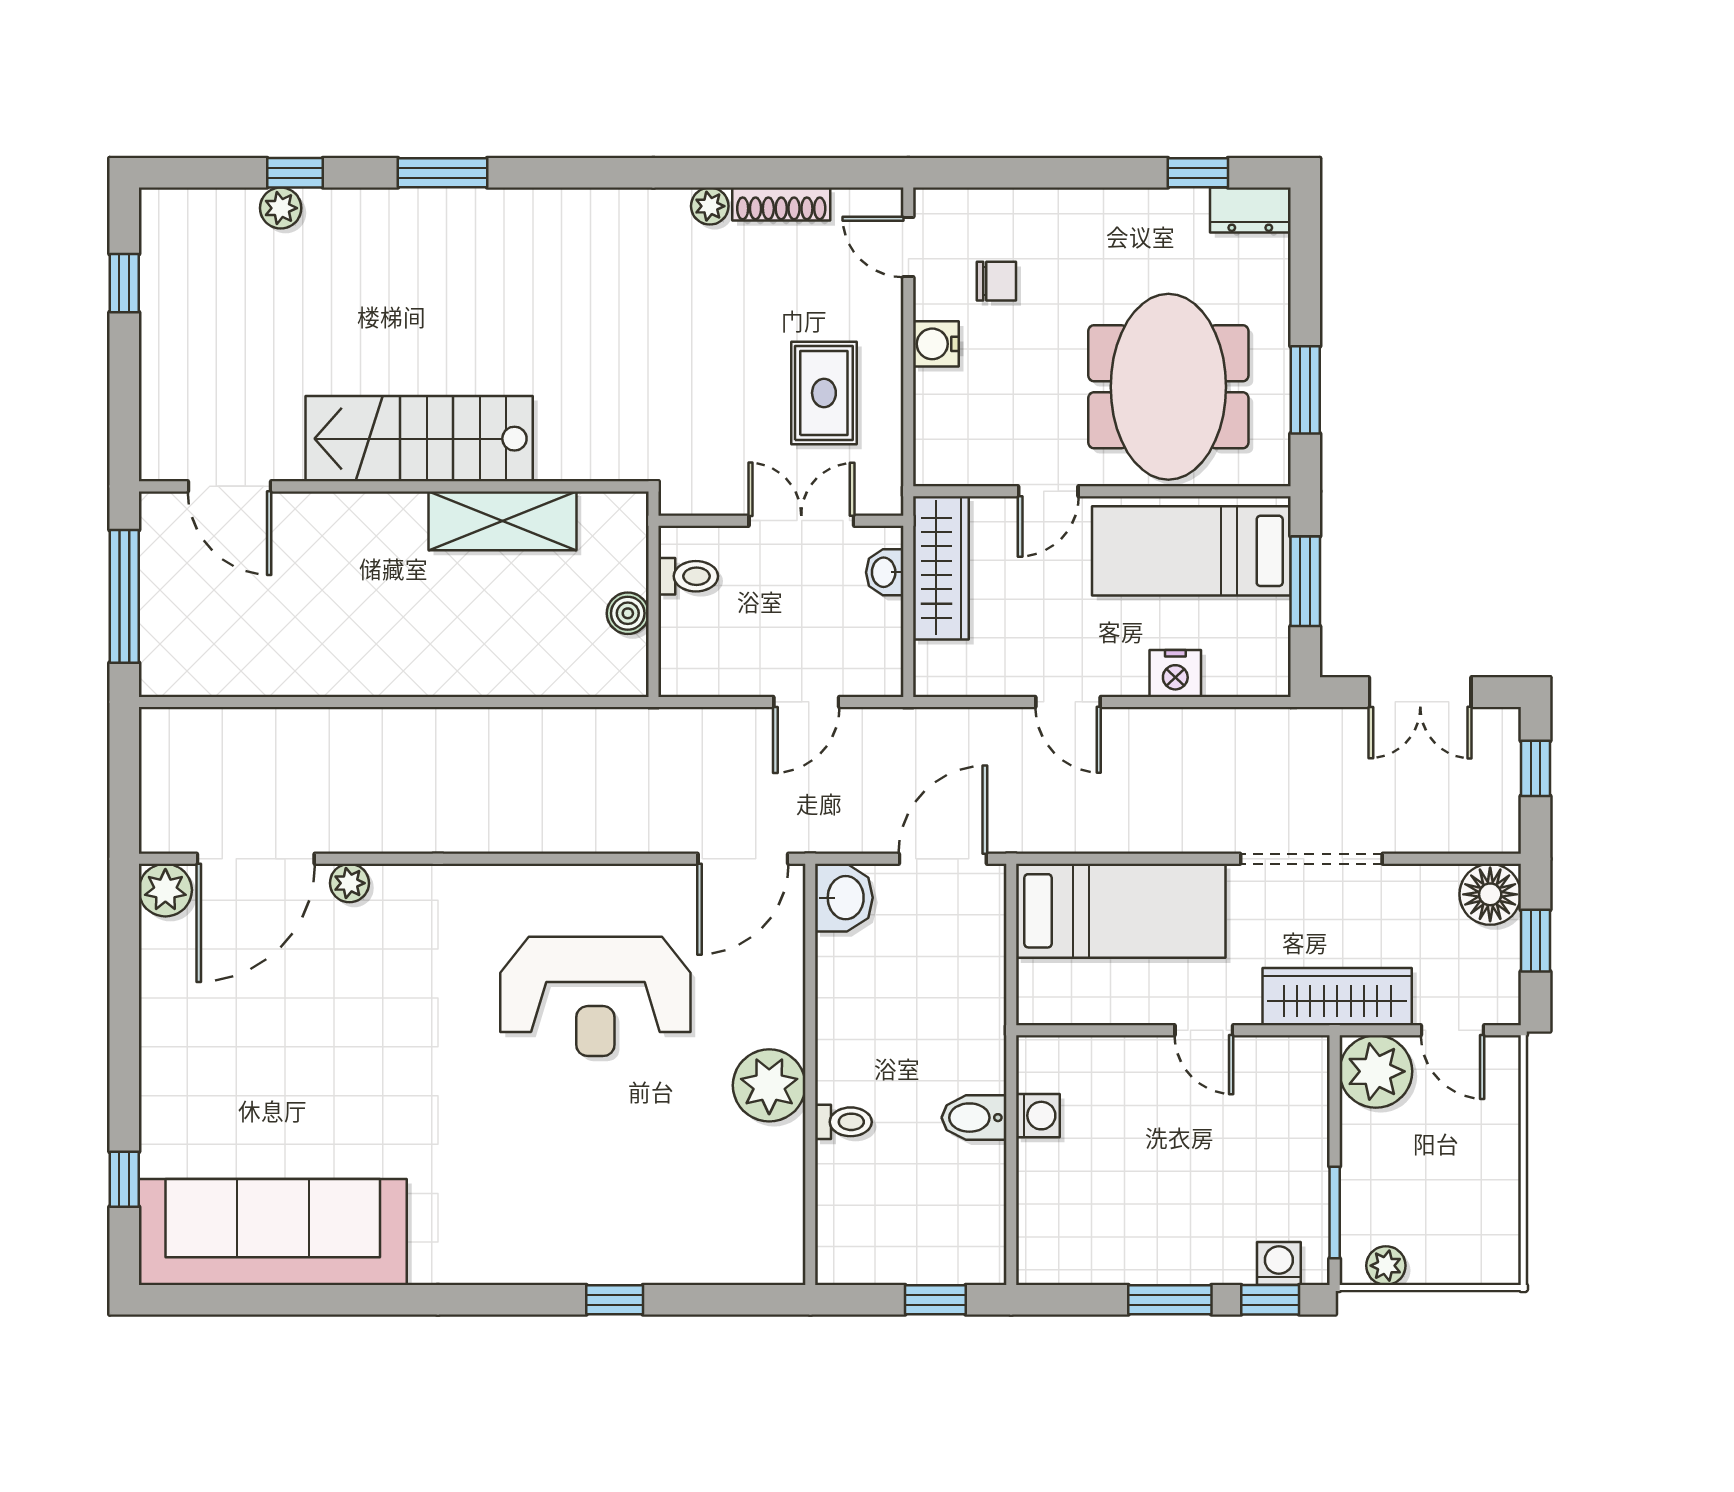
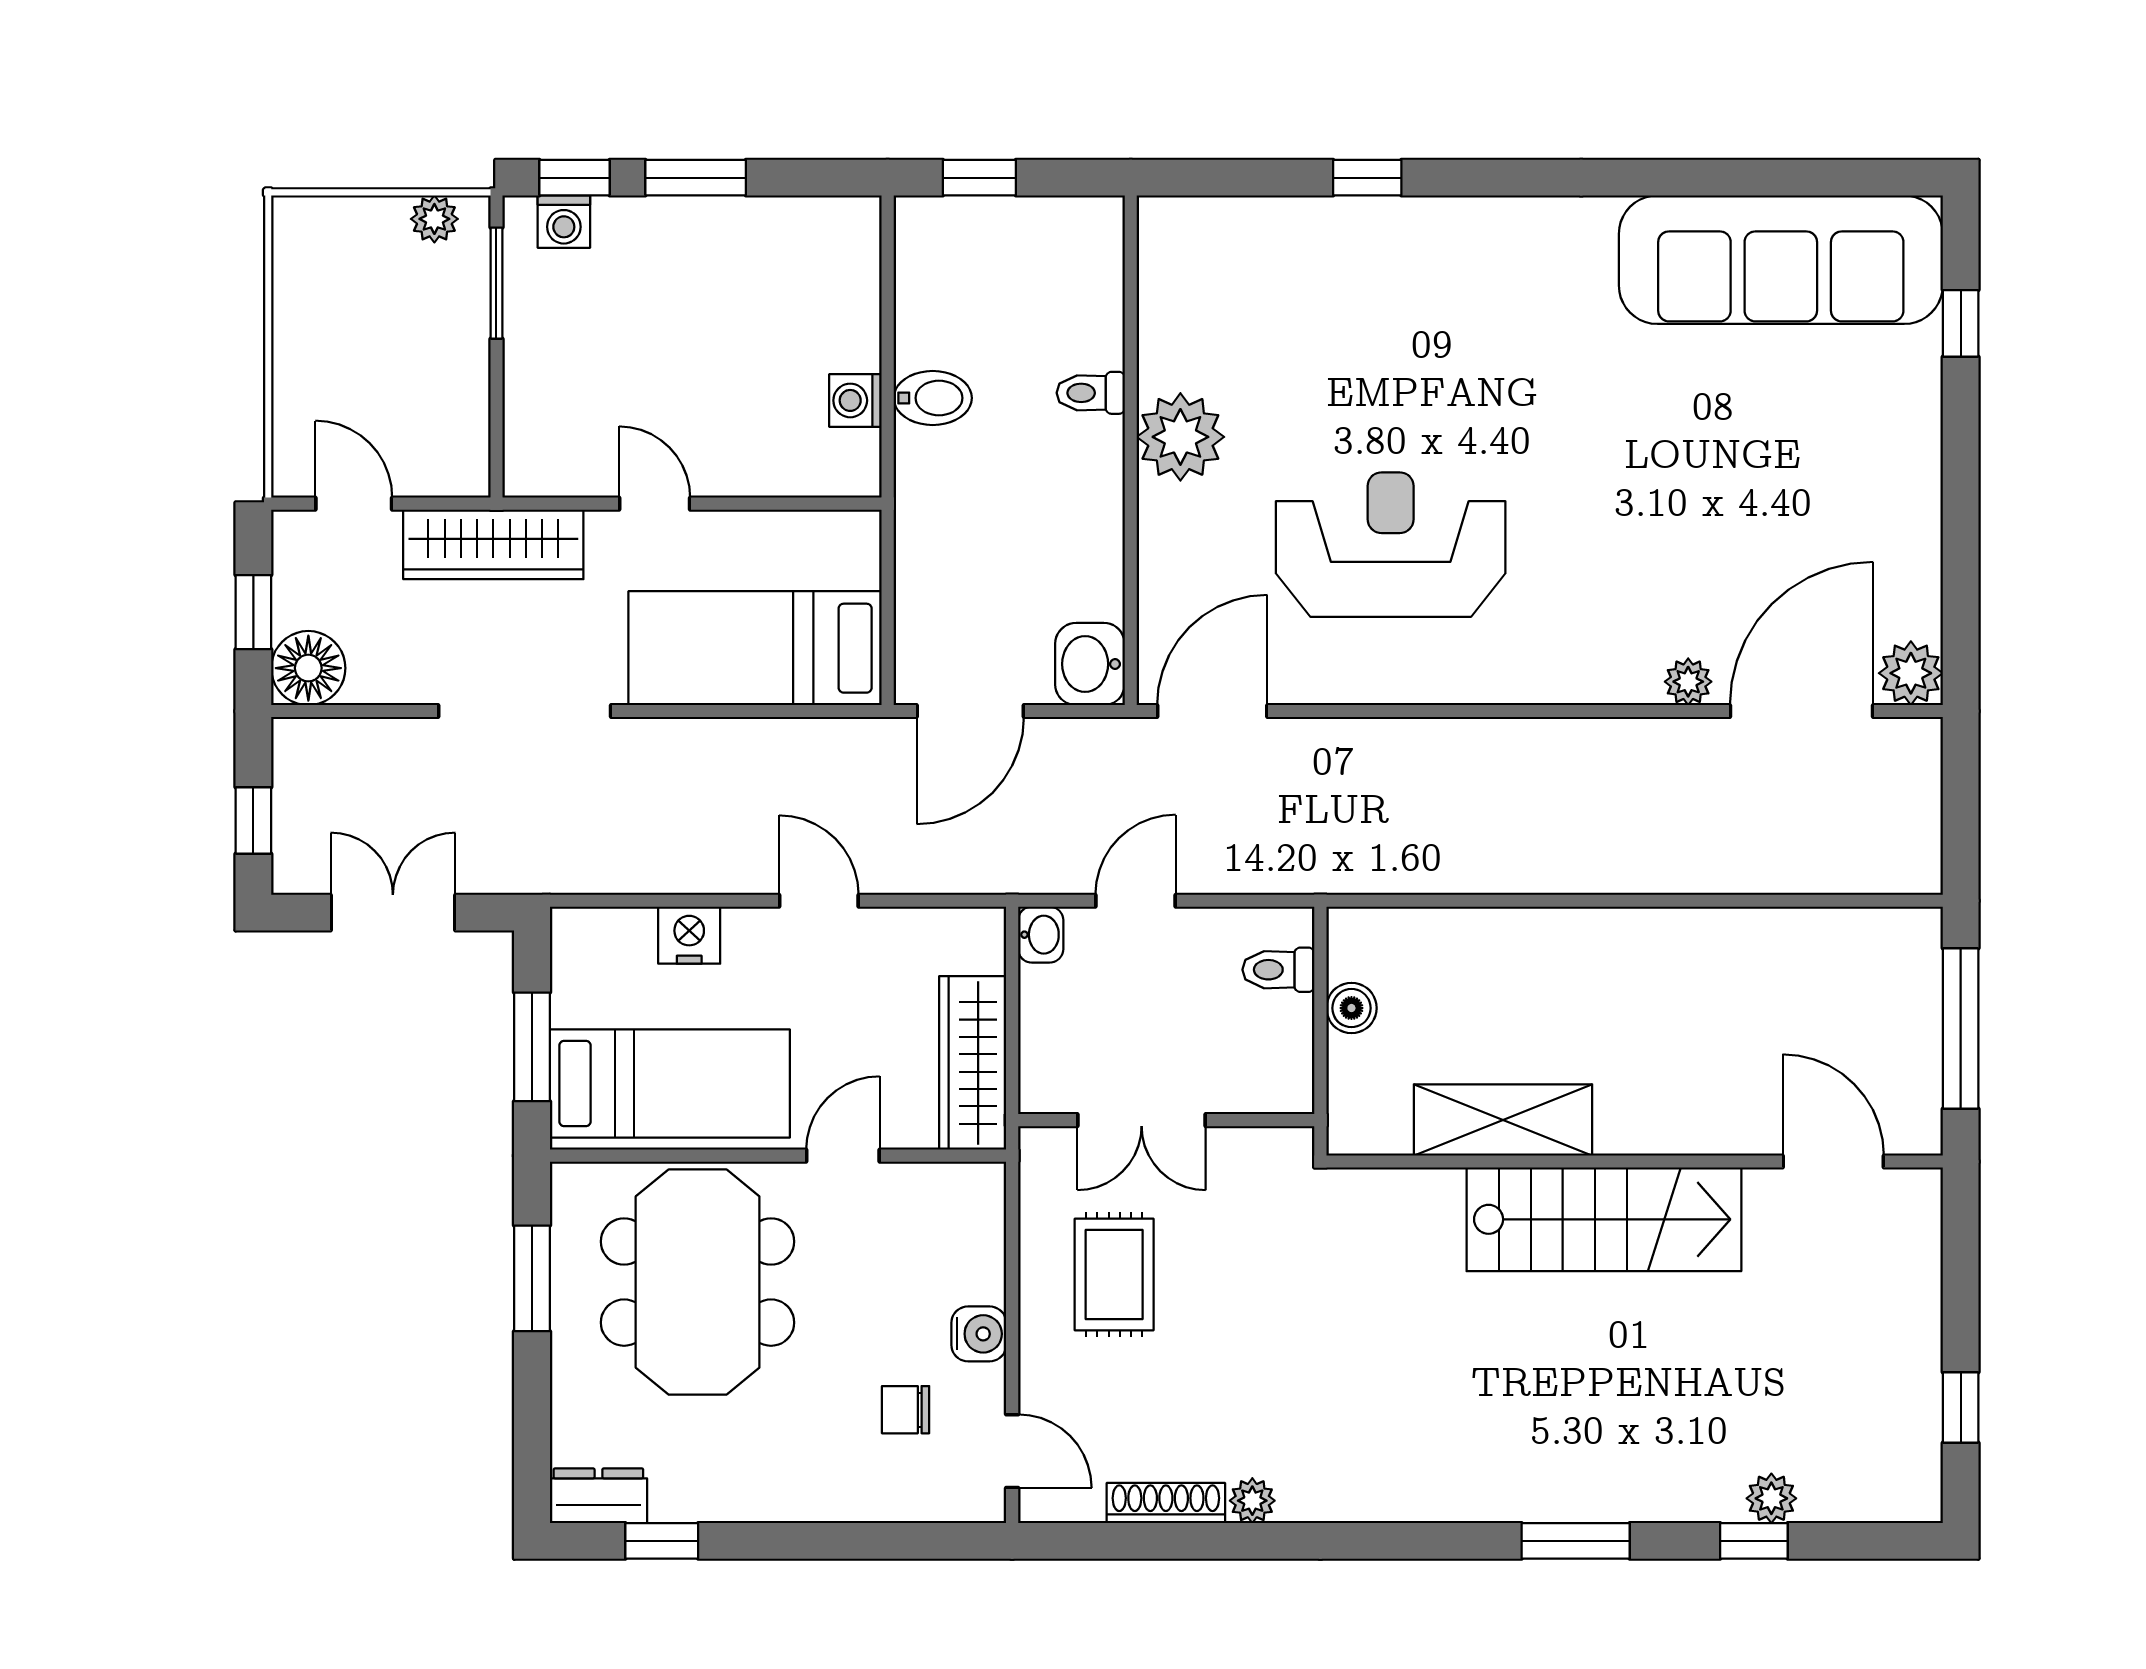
washbasin: (885, 572) -> (1041, 935), moved
toilet: (688, 576) -> (1278, 970), moved
plant: (1376, 1071) -> (447, 454), removed

